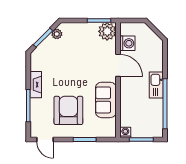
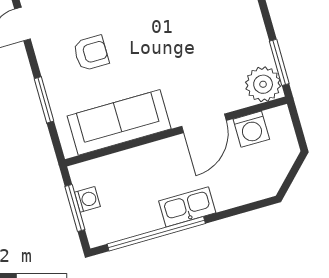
sofa: (106, 100) -> (119, 122), width x1.36
armchair: (68, 110) -> (91, 53), width x0.53, depth x0.53
washing machine: (125, 132) -> (87, 199), moved

